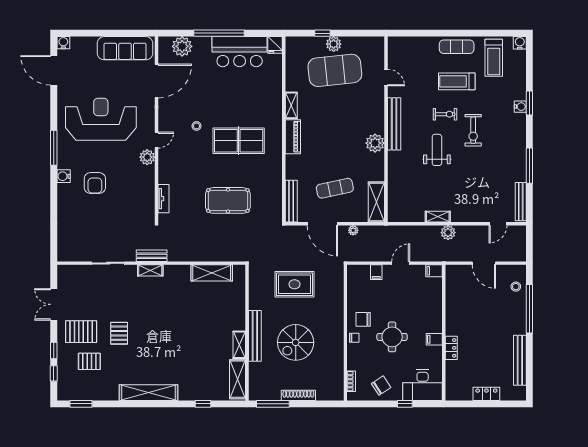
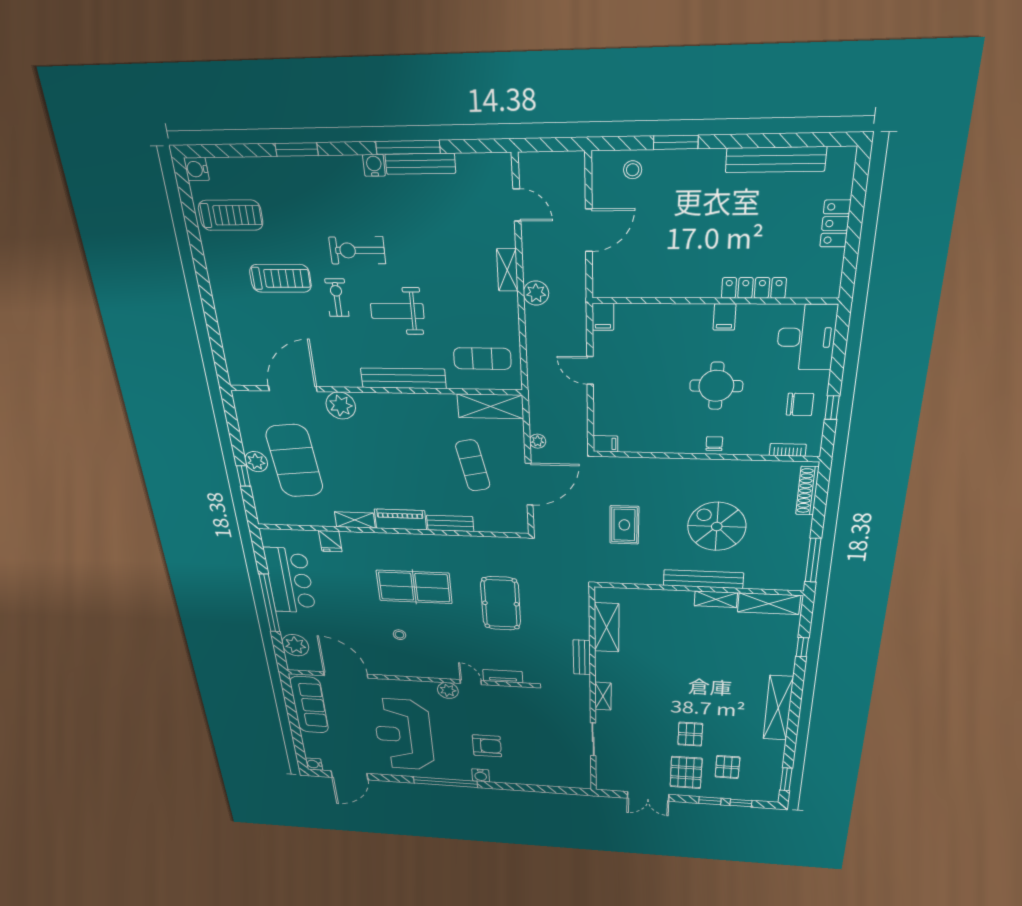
fridge: (275, 45) -> (330, 541), moved, turned 90
exercise mat: (457, 47) -> (482, 359), moved, turned 90
door: (386, 78) -> (293, 389), width x1.87
treadmill: (457, 81) -> (280, 278), turned -90
water cooler: (520, 107) -> (374, 165), moved
bench: (394, 124) -> (403, 378), moved
exercise bike: (473, 130) -> (357, 250), turned 180
door: (156, 140) -> (471, 682), moved
table tennis table: (239, 141) -> (414, 587), turned 90
plant: (375, 143) -> (341, 406), moved
window: (54, 148) -> (445, 782), width x1.46
bench: (291, 201) -> (450, 523), moved, width x0.73
bench: (521, 202) -> (420, 164), moved
shelving: (438, 217) -> (507, 270), moved
bench: (152, 256) -> (582, 657), moved
filing cabinet: (376, 272) -> (605, 444), moved
rug: (294, 284) -> (624, 525), width x0.73, depth x0.70
window: (529, 309) -> (676, 142), width x0.47
chair: (363, 319) -> (684, 430), removed
pallet: (119, 333) -> (690, 734), turned 90
spiral stairs: (296, 342) -> (717, 526), turned 180
locker: (451, 348) -> (754, 288), width x1.53
chair: (381, 386) -> (800, 404), turned 123
shoe rack: (298, 395) -> (807, 491), moved
window: (405, 404) -> (832, 408), moved

